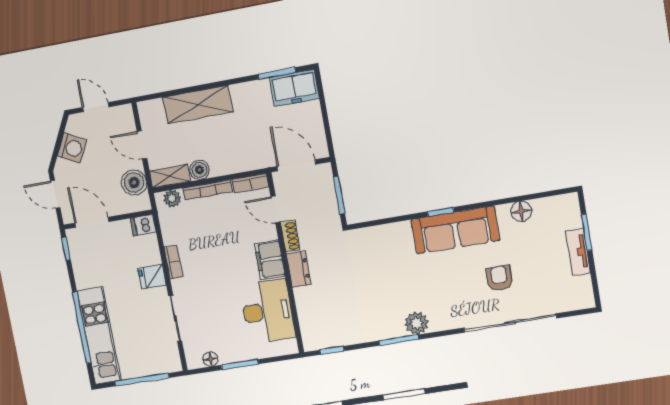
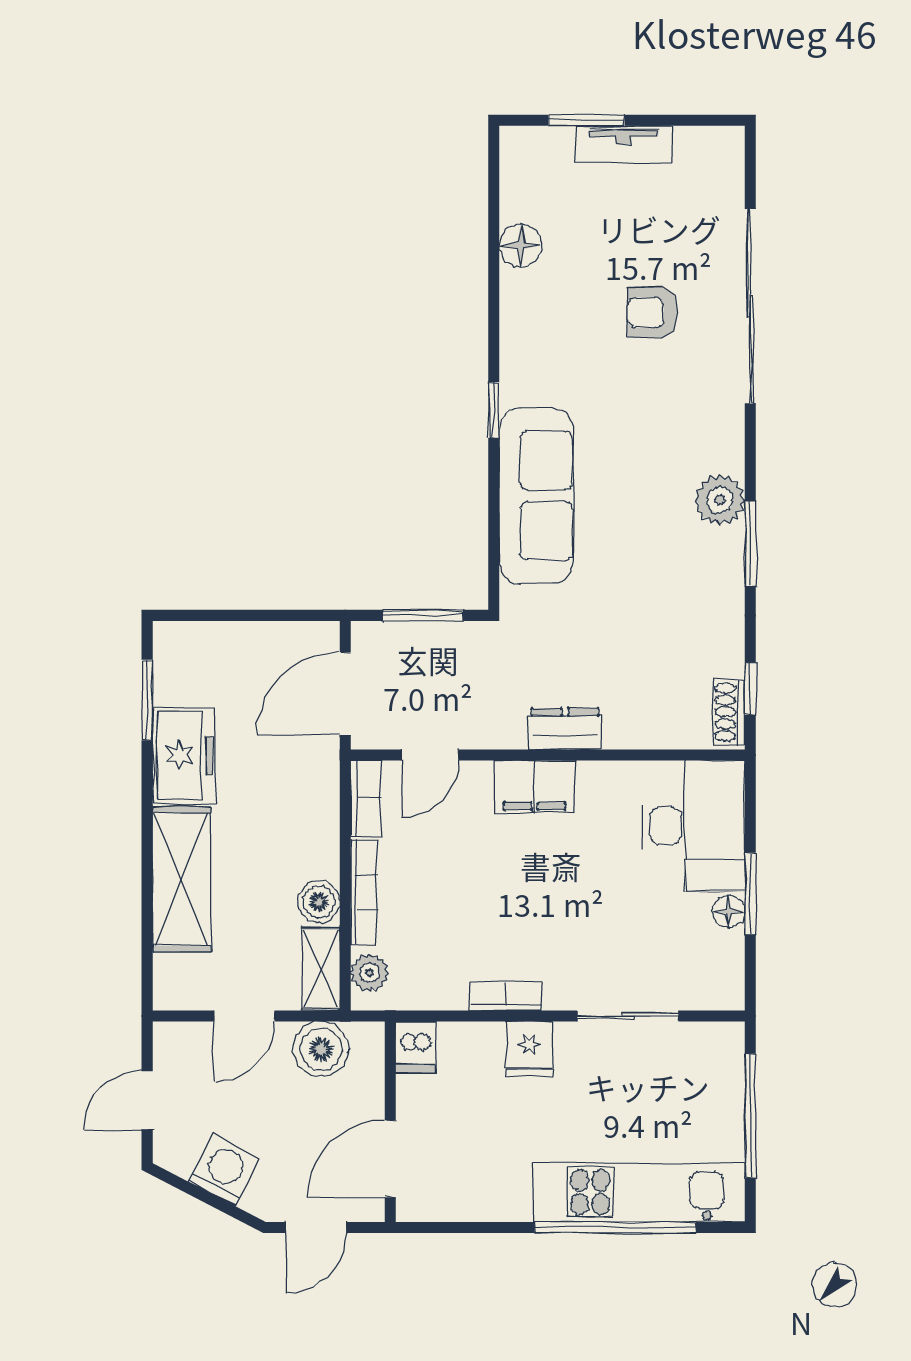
freezer: (294, 88) -> (184, 755), moved
sofa: (455, 230) -> (537, 496), moved
shoe rack: (290, 236) -> (729, 712), moved, turned -90
window: (66, 249) -> (438, 1228), removed
desk: (268, 311) -> (693, 826), moved, turned 90
floor lamp: (210, 359) -> (729, 911), moved

